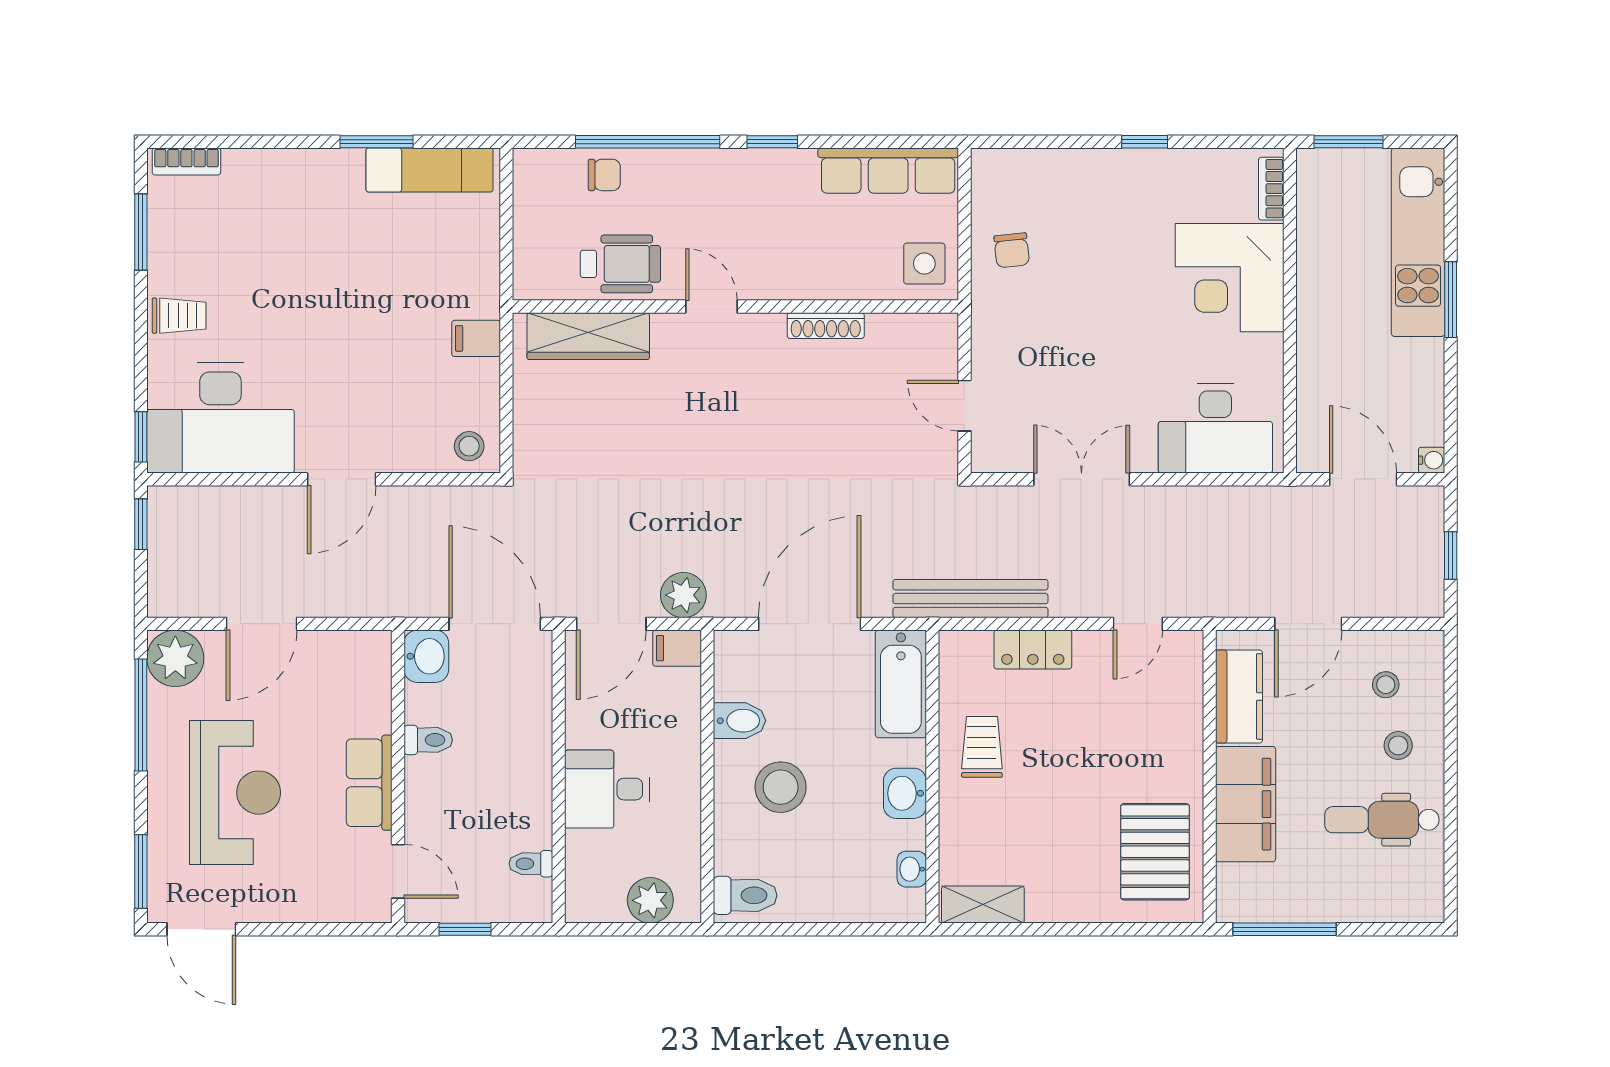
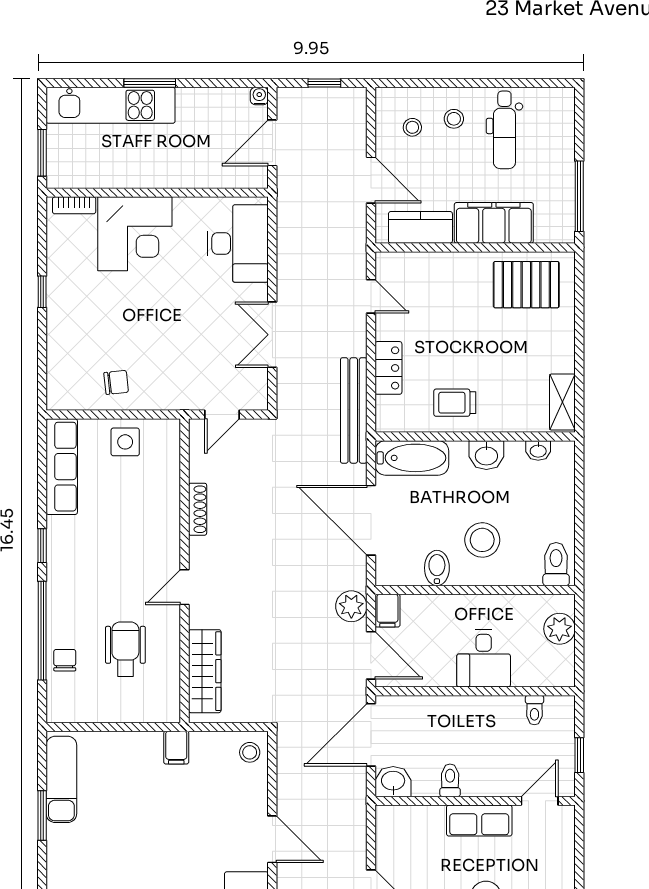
door: (711, 306) -> (185, 587), moved
wall: (735, 306) -> (185, 571), moved
shoe rack: (826, 326) -> (198, 509), moved
wardrobe: (588, 336) -> (205, 671), moved

